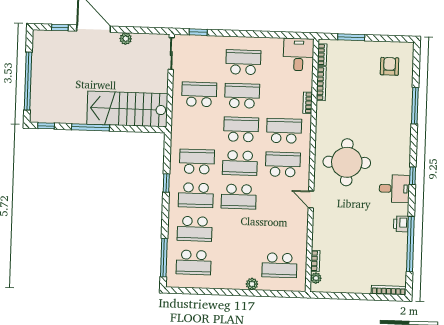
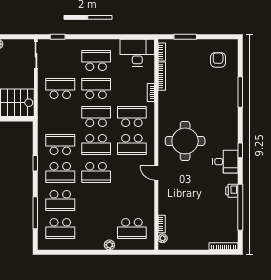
desk: (299, 55) -> (137, 53), width x1.37
school desk: (283, 164) -> (132, 145), turned 180
window: (164, 258) -> (35, 213), moved

